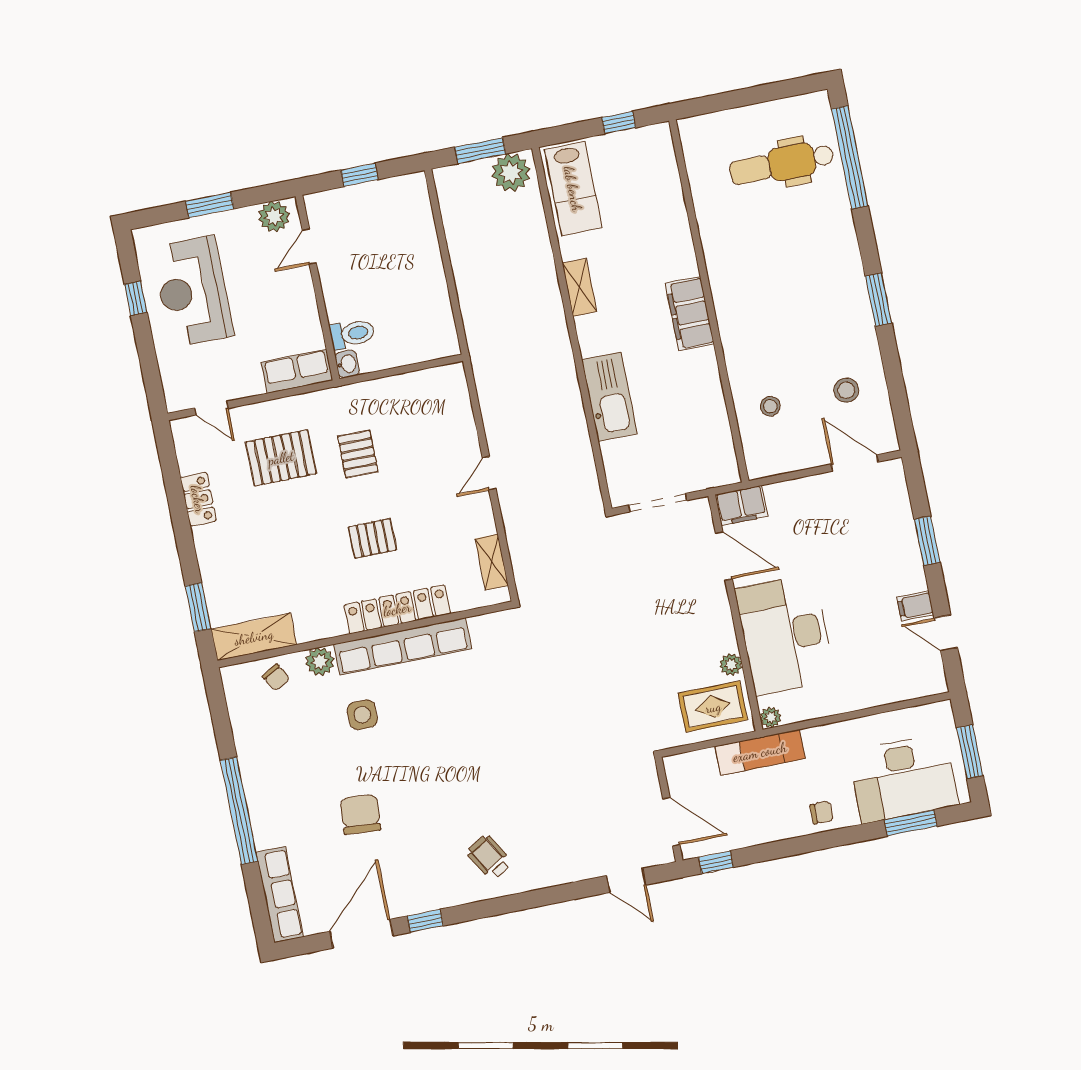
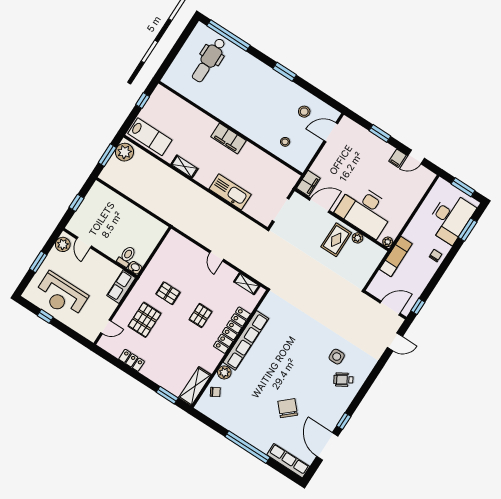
rug: (713, 707) -> (336, 240), moved
side table: (362, 715) -> (337, 357), moved
chair: (360, 814) -> (288, 408), turned 44

